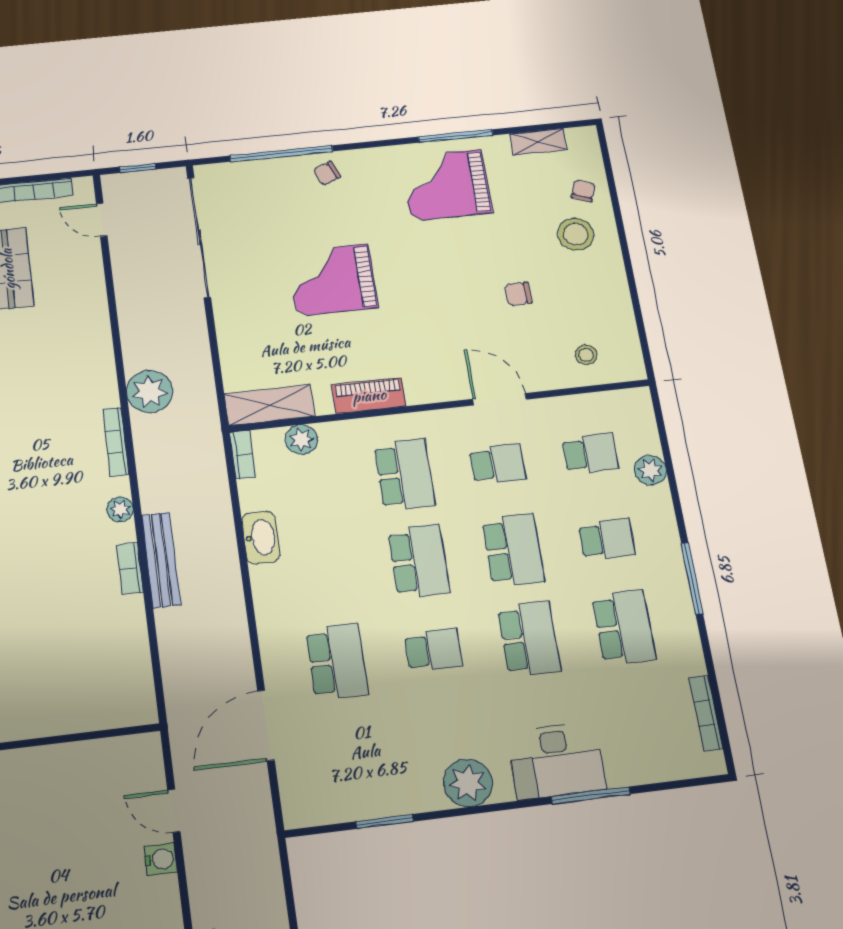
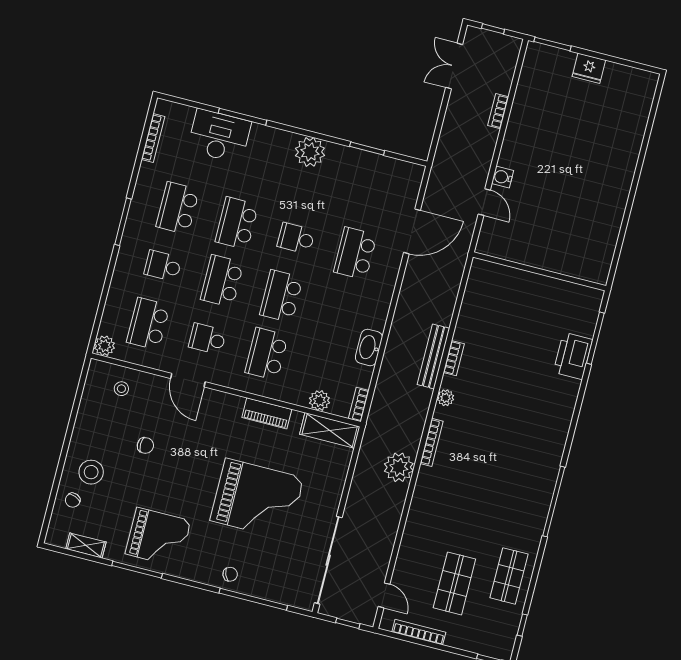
grand piano: (332, 280) -> (257, 499), width x1.37, depth x1.48
school desk: (590, 453) -> (148, 324), width x1.85
plant: (650, 470) -> (104, 346), moved
desk: (556, 761) -> (219, 136), moved

